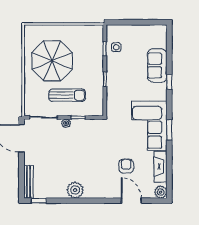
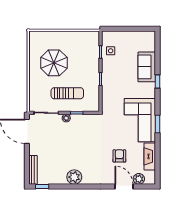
parasol: (52, 61) -> (54, 63), width x0.73, depth x0.73
plant: (161, 192) -> (139, 179), moved

